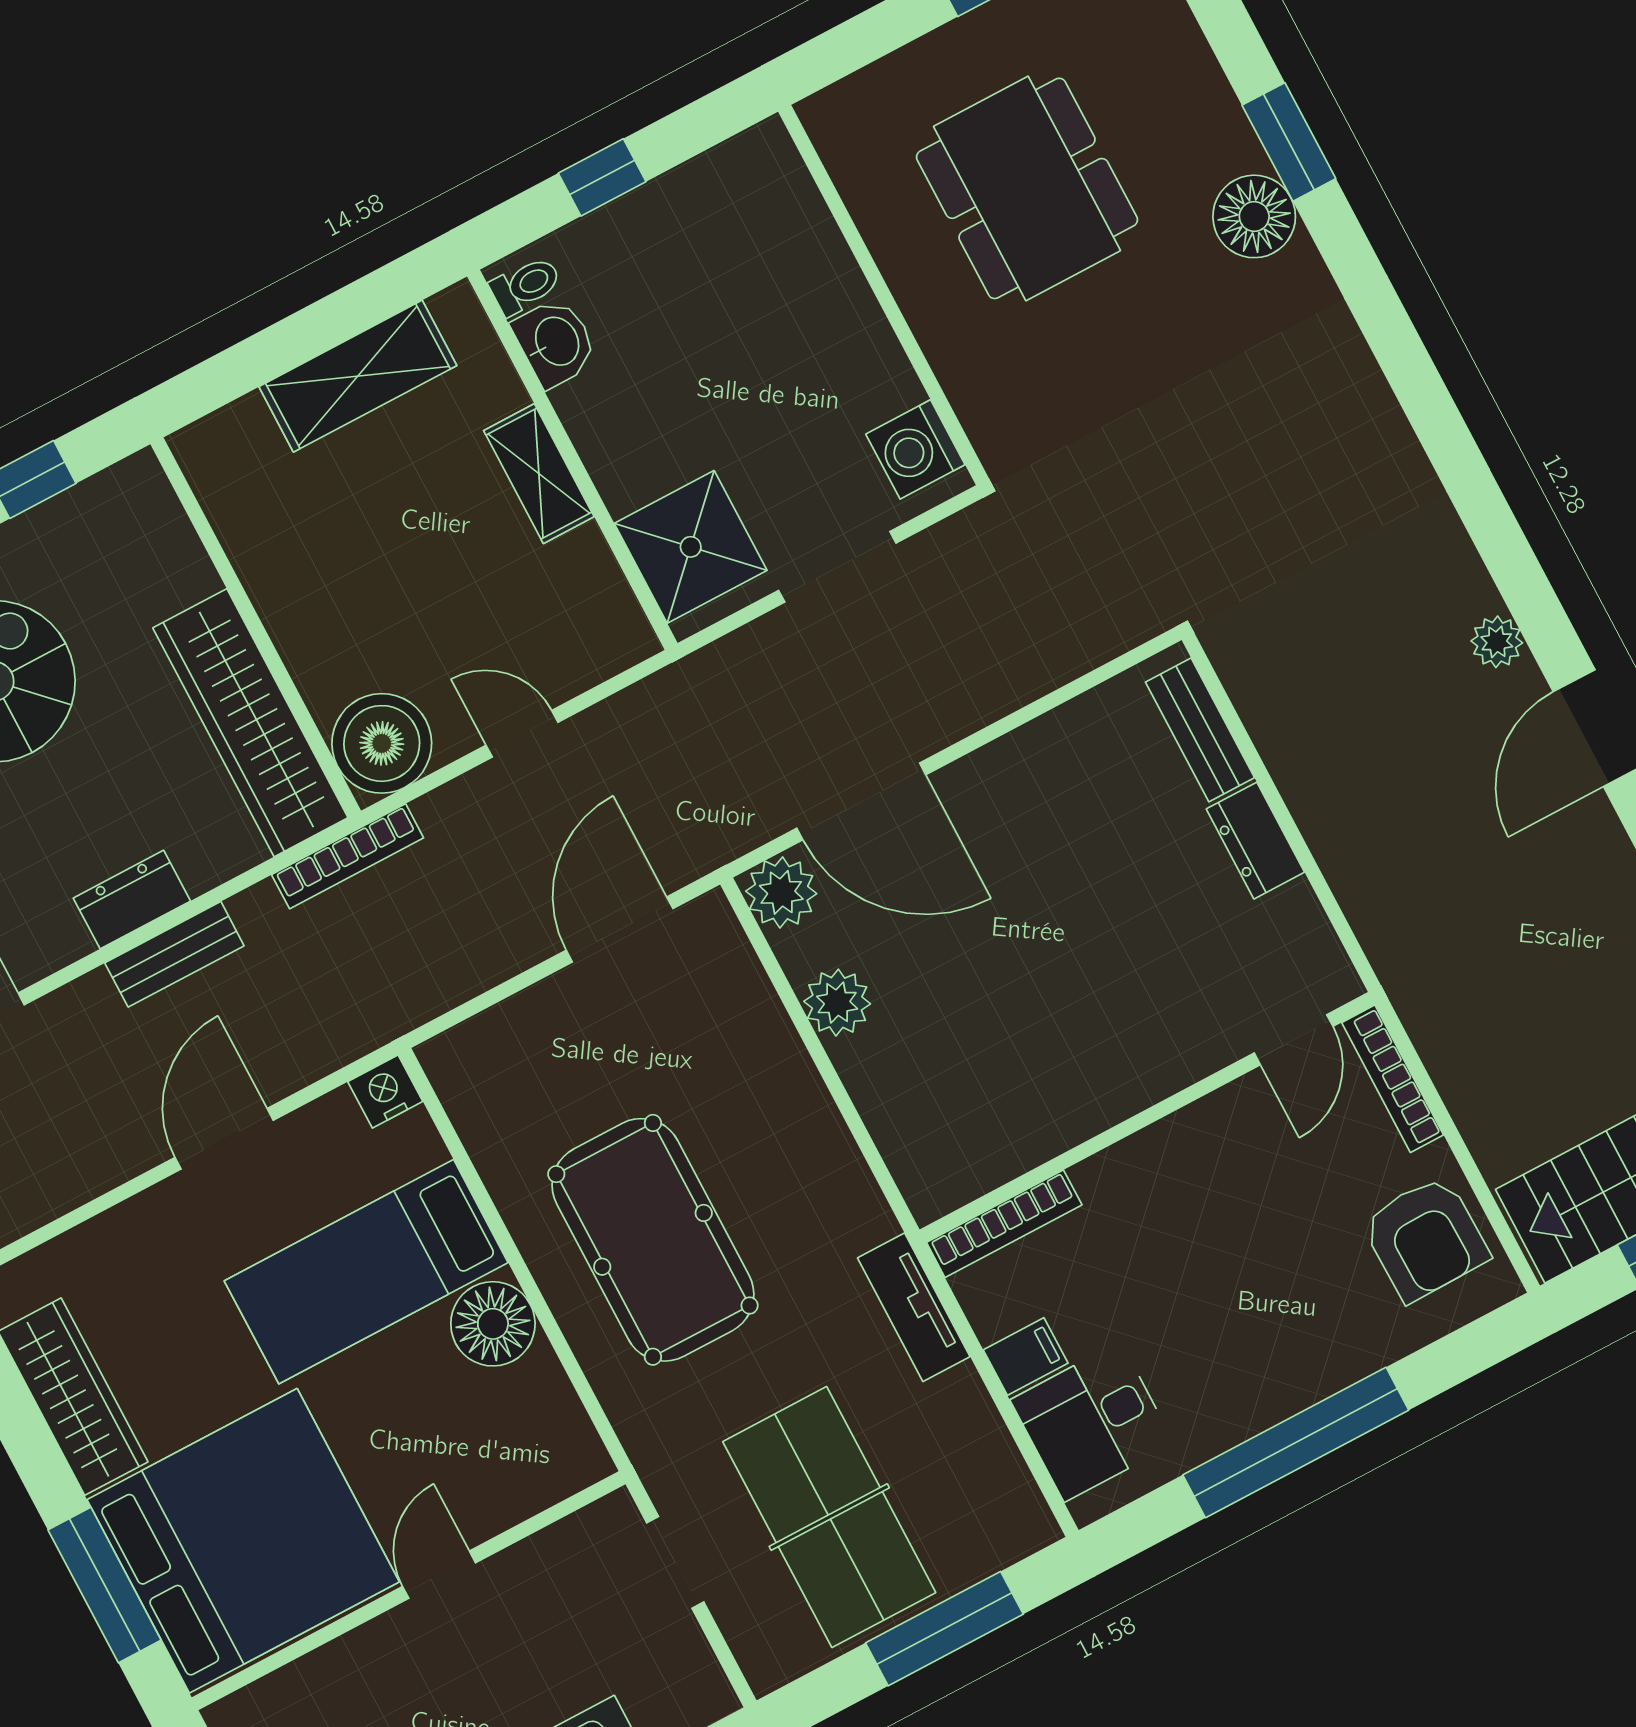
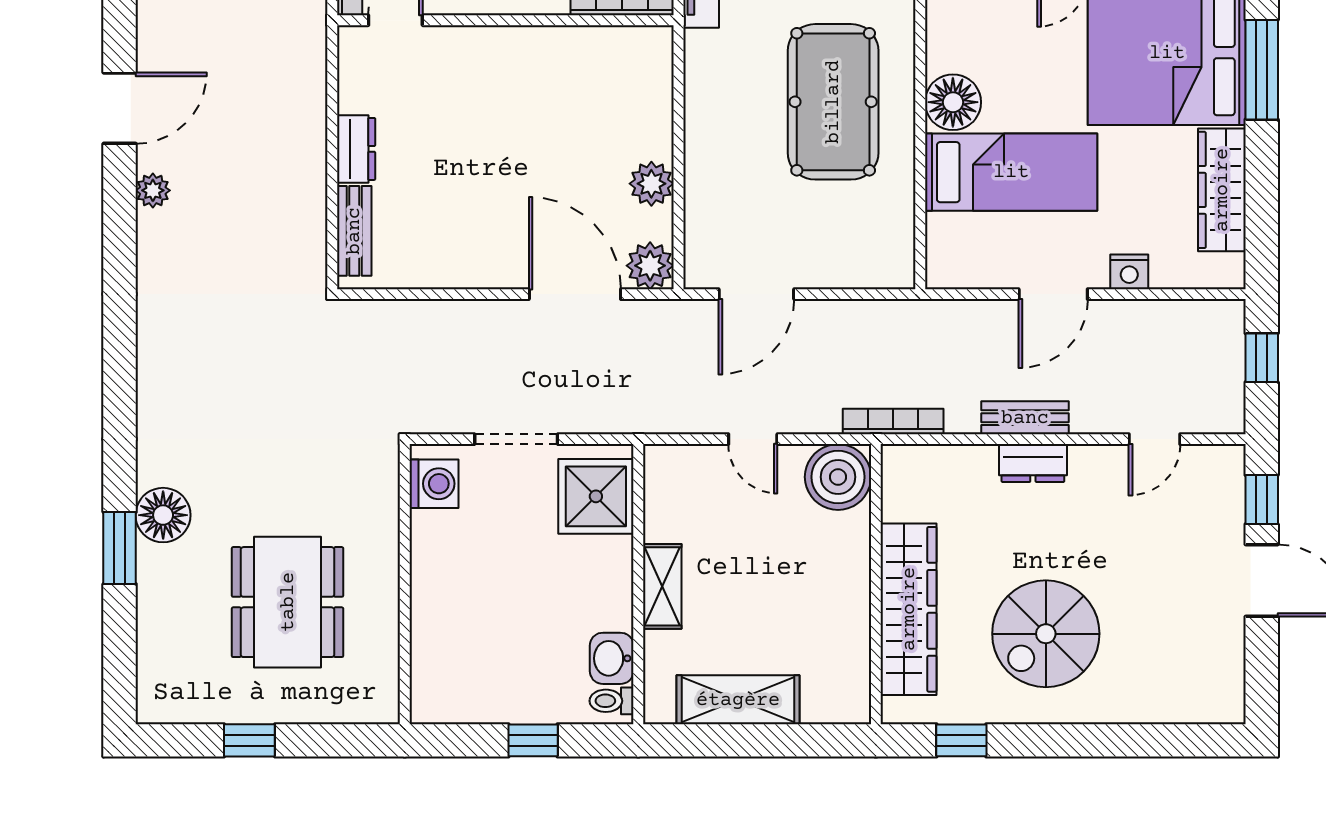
wardrobe: (250, 723) -> (909, 609), moved
nightstand: (385, 1092) -> (1129, 272), moved

